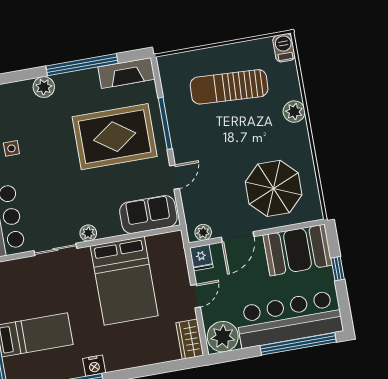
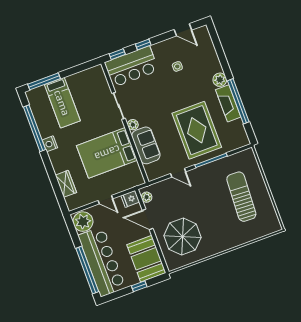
barbecue: (284, 48) -> (272, 227), removed
fireplace: (126, 73) -> (228, 103), moved
plant: (294, 112) -> (233, 241), removed
sofa: (148, 214) -> (146, 145), moved
wardrobe: (190, 339) -> (66, 184), moved, turned 90

